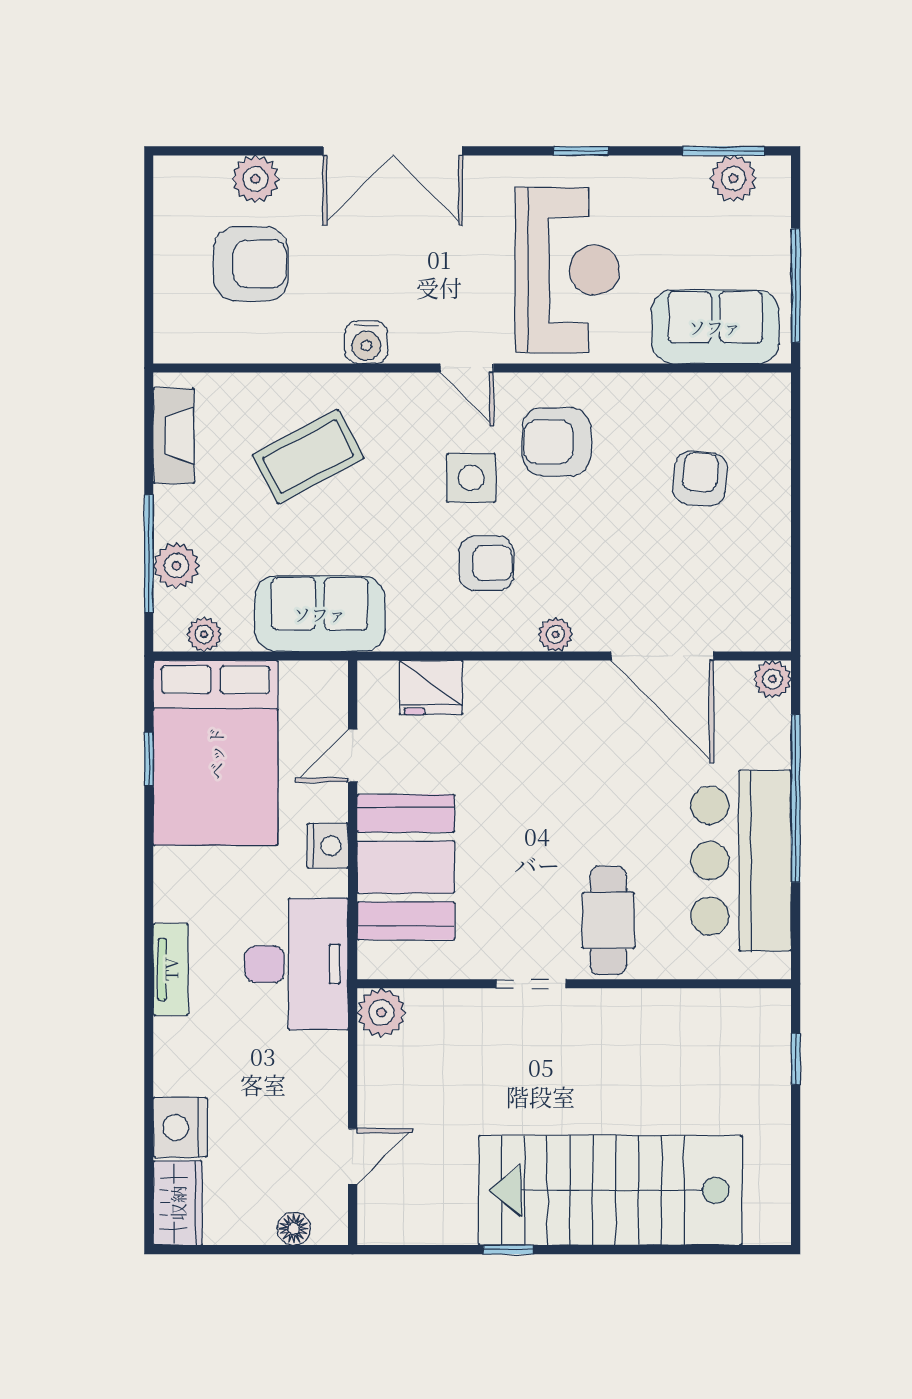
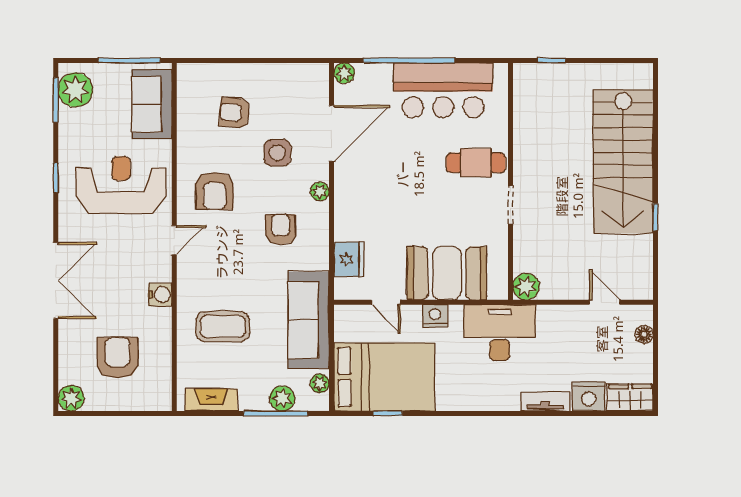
plant: (733, 178) -> (75, 90), width x1.36, depth x1.36
plant: (255, 179) -> (71, 398), moved
coffee table: (308, 457) -> (223, 327), turned -62
side table: (471, 478) -> (277, 153), moved
sofa: (320, 614) -> (308, 320), width x1.36
tv unit: (171, 969) -> (545, 402), moved

